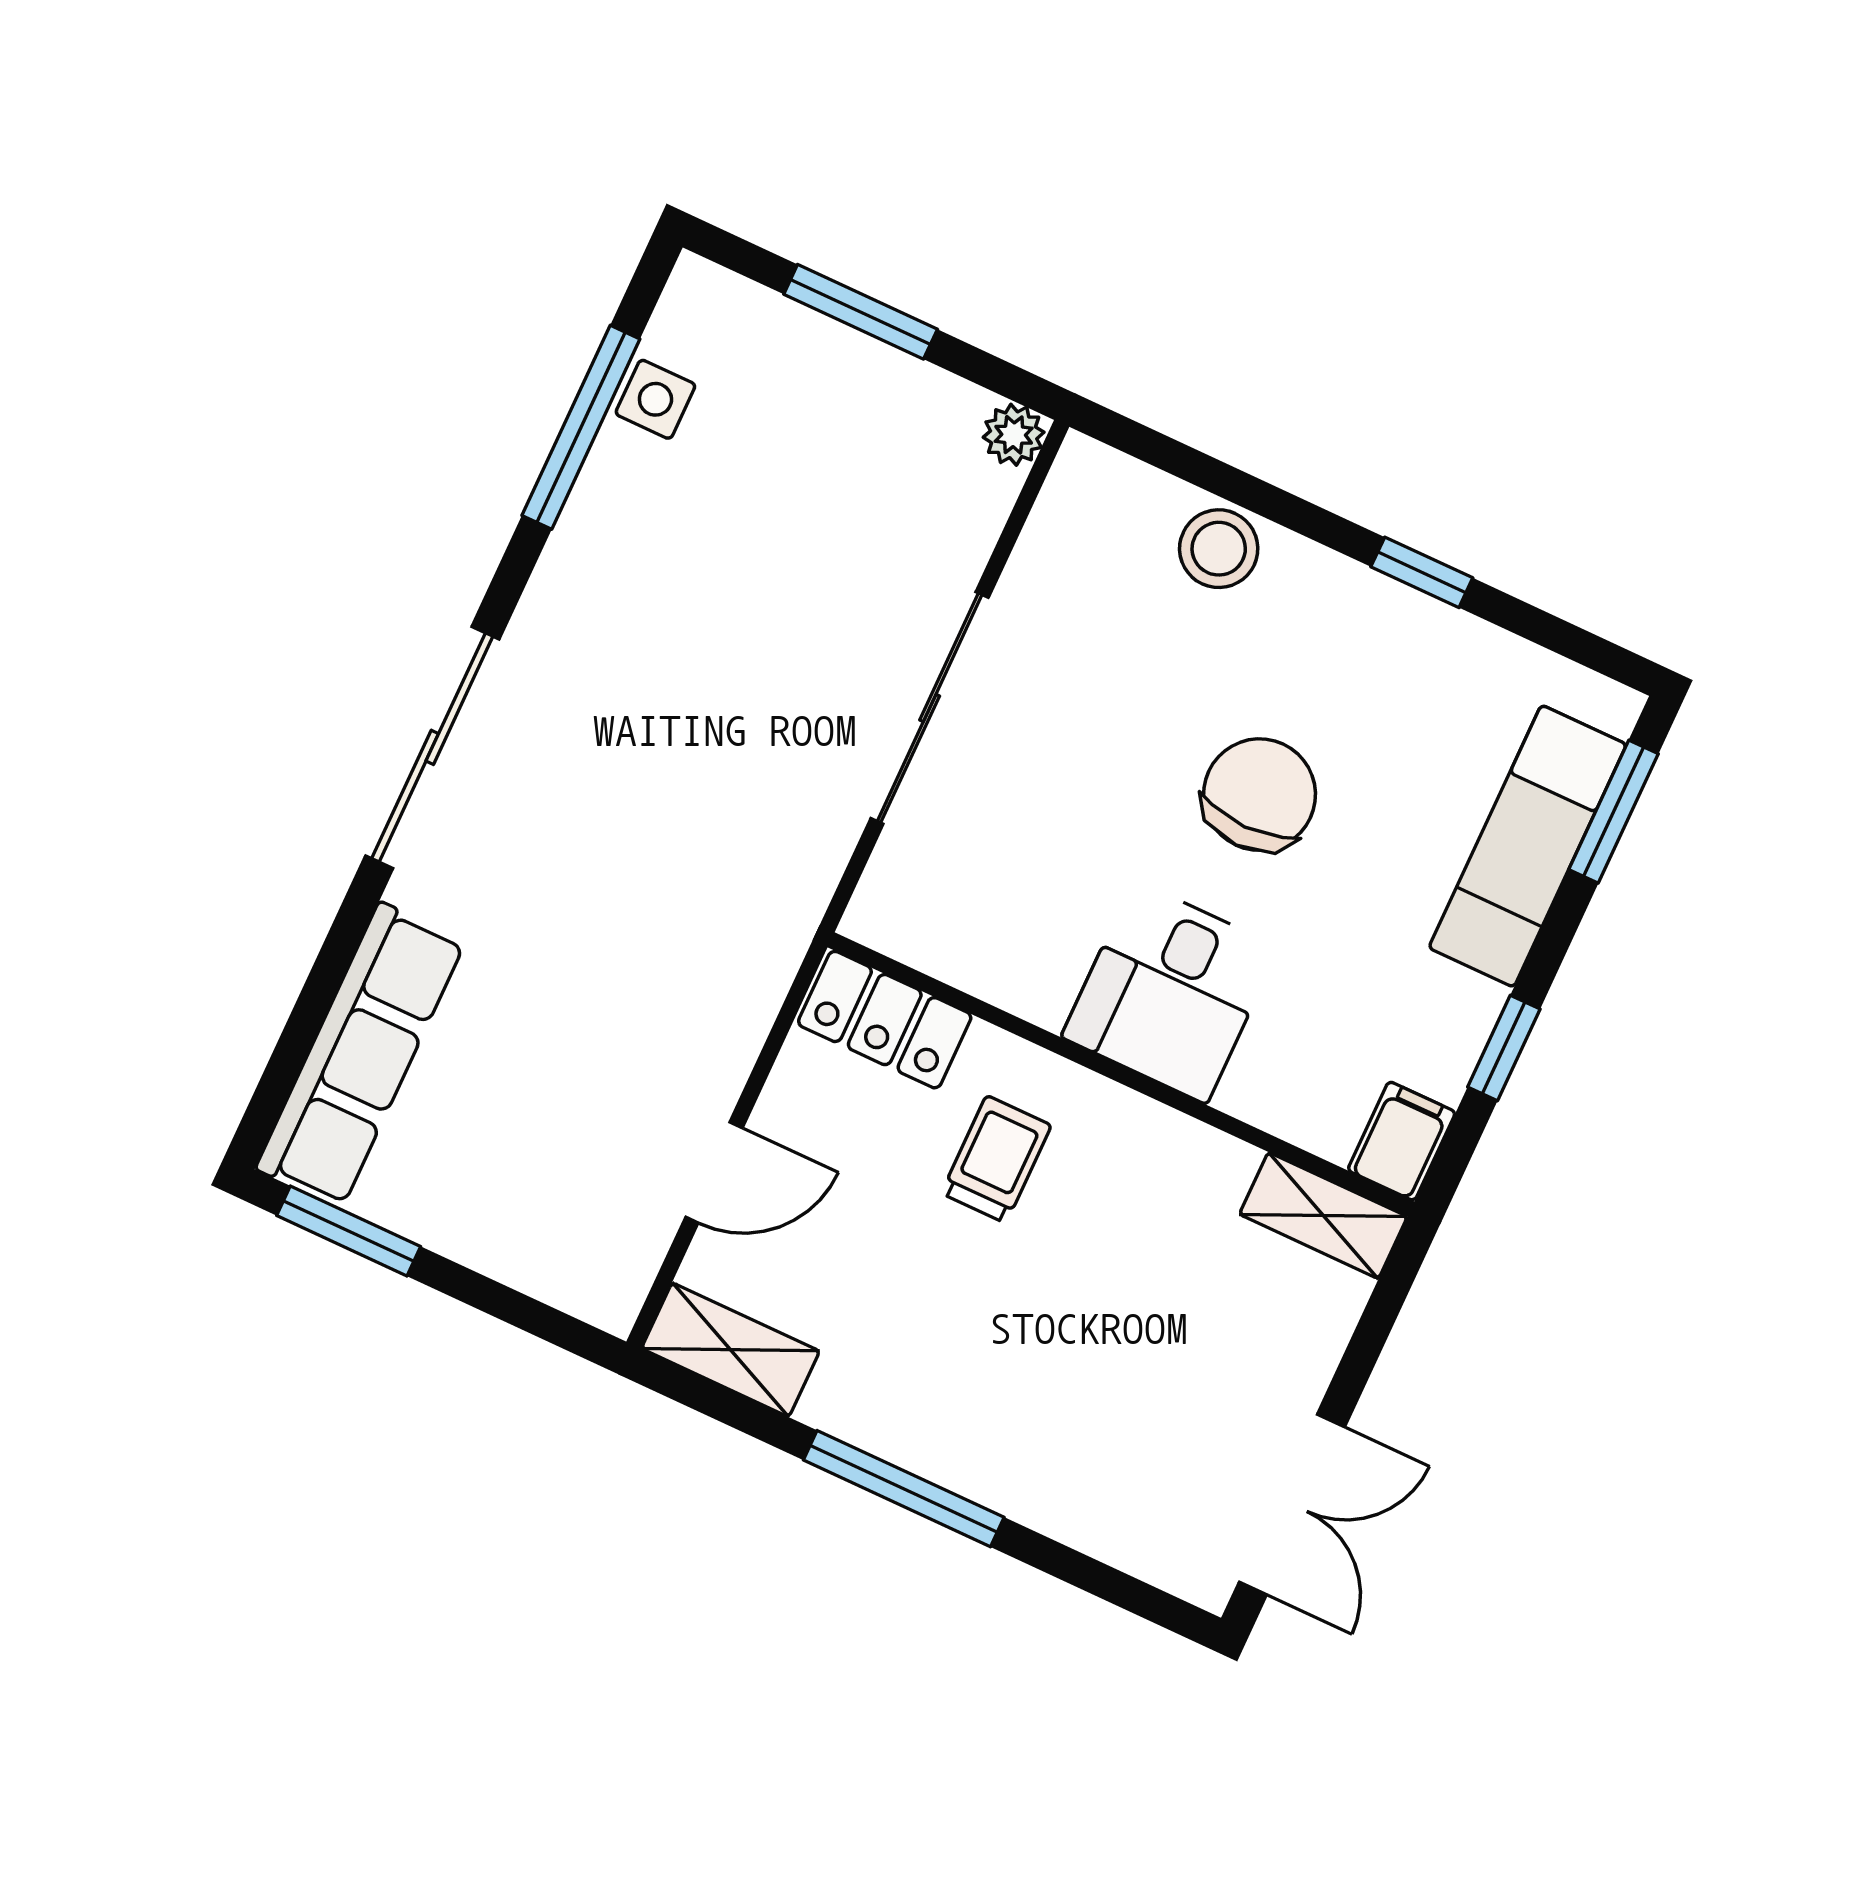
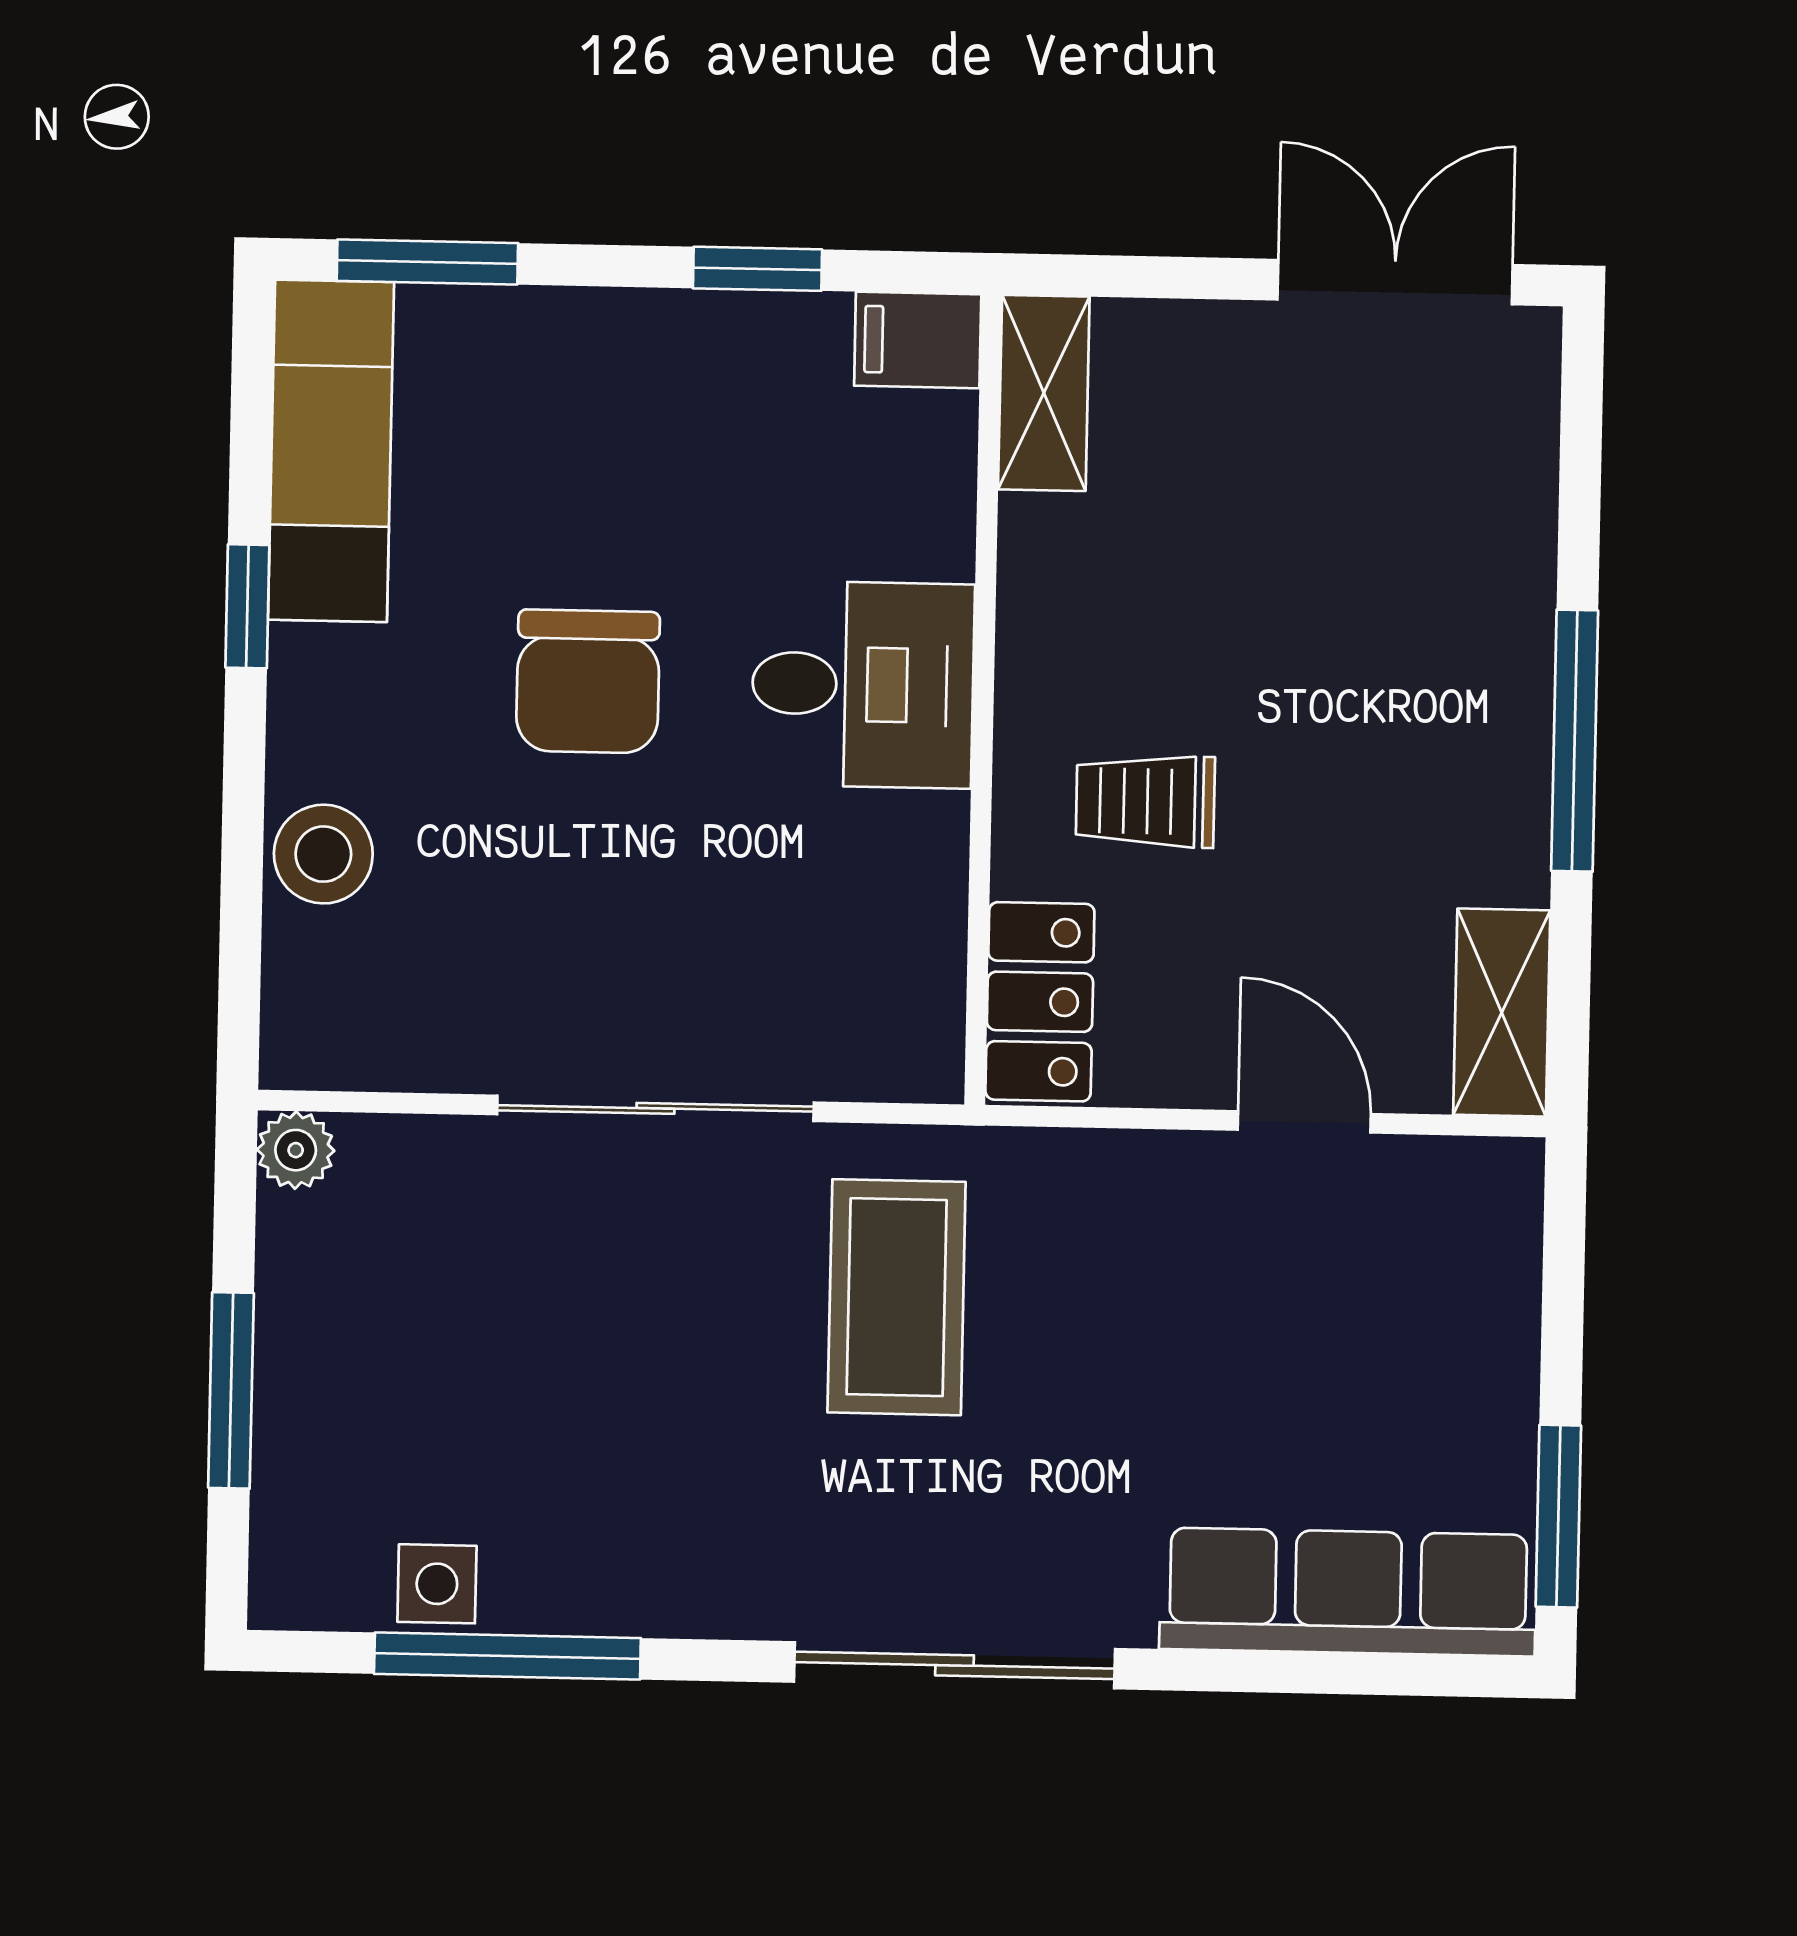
chair: (1260, 795) -> (588, 681), turned -90
coffee table: (717, 822) -> (897, 1297), added
exam couch: (1528, 846) -> (331, 451), moved, turned -90

